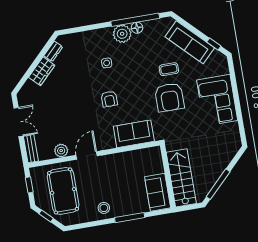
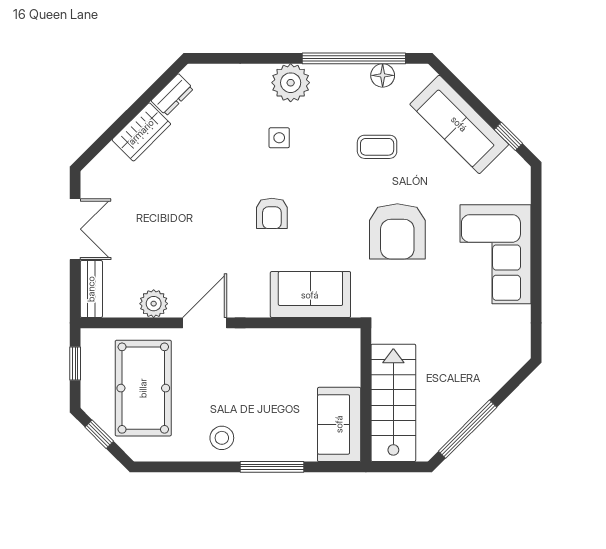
floor lamp: (137, 28) -> (383, 75), moved
plant: (122, 34) -> (291, 83), moved
coffee table: (169, 69) -> (377, 147), moved

